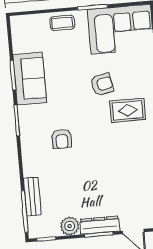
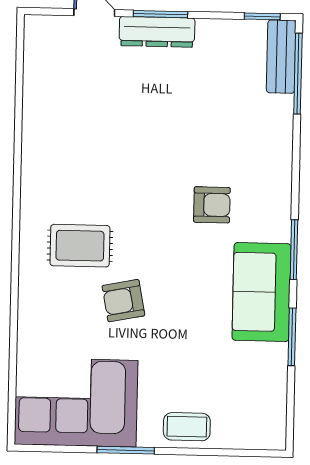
sofa: (30, 79) -> (262, 292), moved
armchair: (62, 139) -> (212, 205), turned 90
bench: (32, 197) -> (281, 57), moved
plant: (70, 226) -> (215, 36), removed

